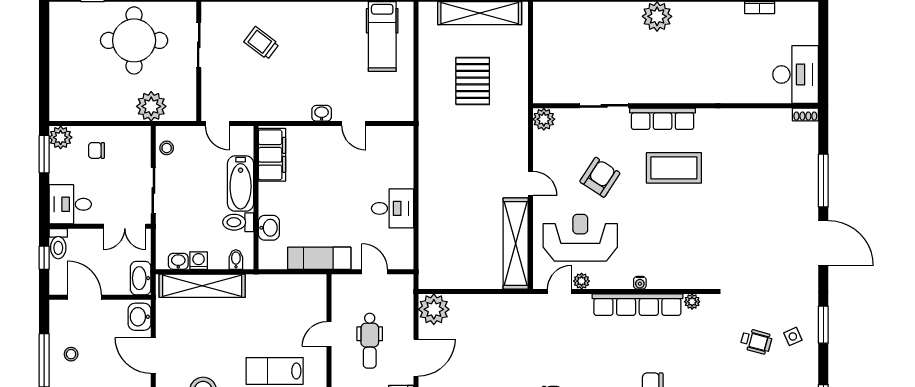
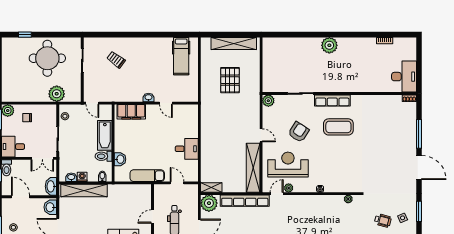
filing cabinet: (272, 155) -> (131, 112), moved, turned 90
shelving: (438, 280) -> (211, 187), added
row of seats: (637, 305) -> (245, 201), moved

